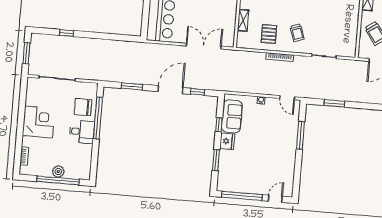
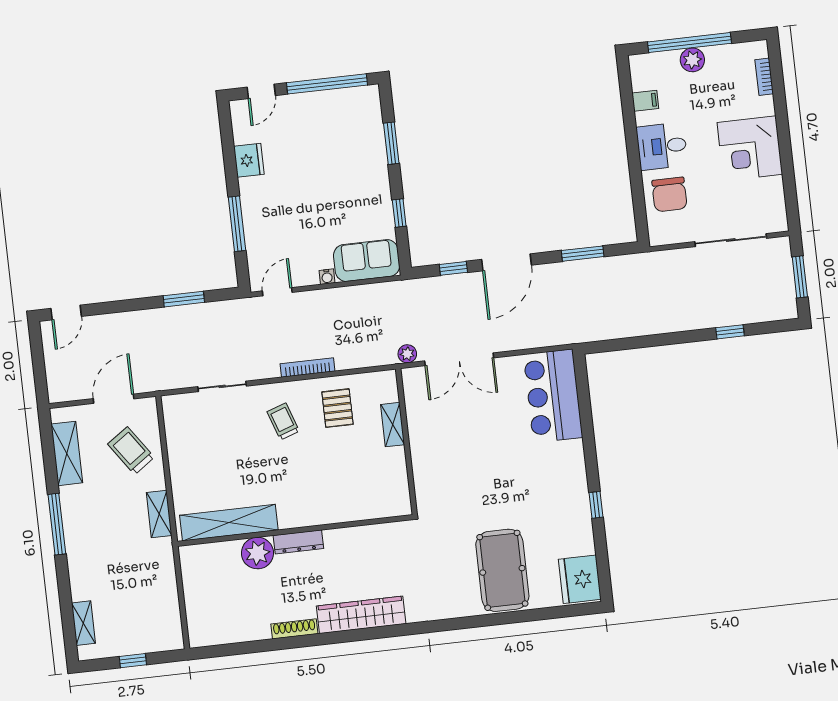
plant: (229, 54) -> (407, 354), added
door: (287, 98) -> (277, 292), hinge flipped
chair: (83, 107) -> (669, 194), turned 90
sofa: (232, 116) -> (367, 261), moved, turned 90
window: (98, 118) -> (636, 179), removed
fridge: (227, 141) -> (249, 160), moved, turned 180
filing cabinet: (86, 156) -> (645, 101), added

